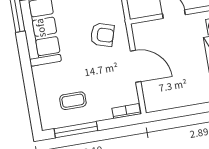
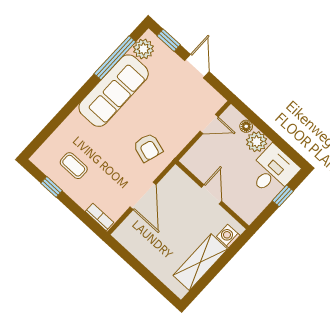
window: (76, 130) -> (51, 187), width x0.46

